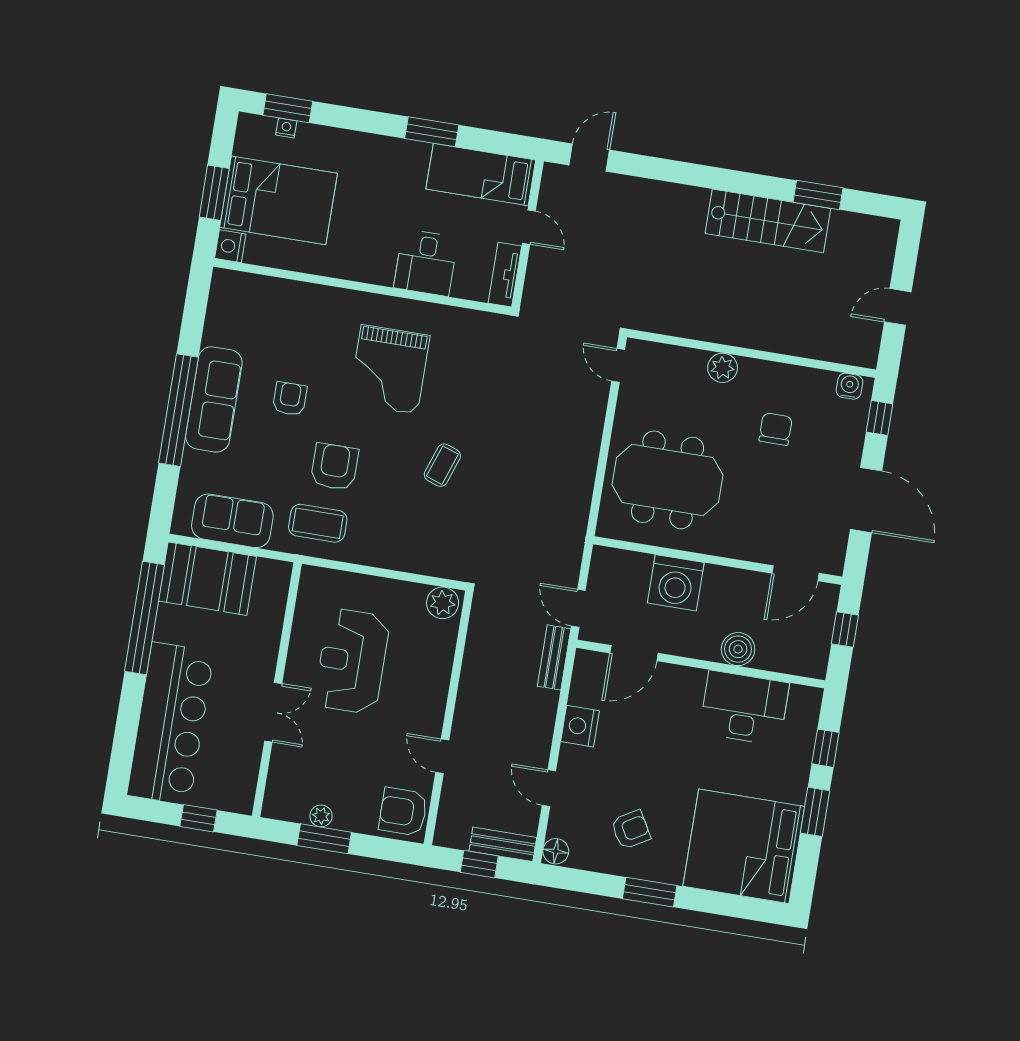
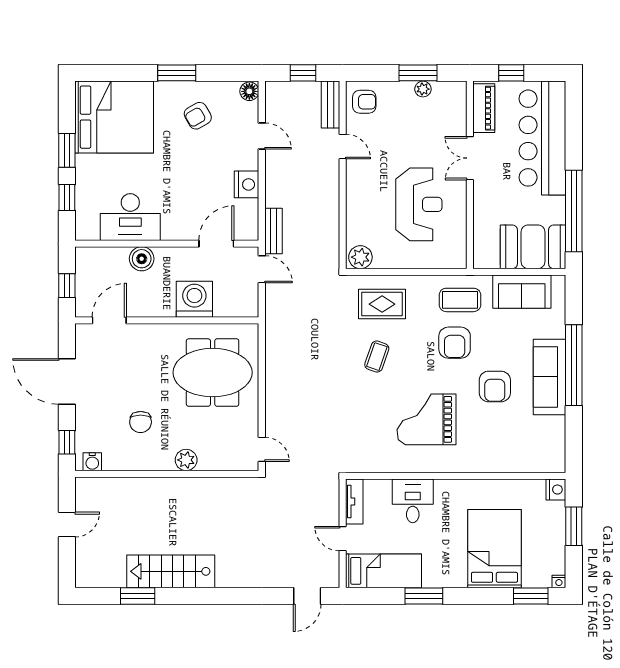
nightstand: (286, 128) -> (559, 582), moved
bed: (279, 200) -> (494, 549), moved, turned 90
grand piano: (389, 369) -> (427, 419), turned -90
armchair: (290, 399) -> (495, 386), width x1.38, depth x1.38
rug: (424, 535) -> (382, 304), added
piano: (243, 777) -> (484, 108), added
armchair: (403, 812) -> (364, 102), width x0.72, depth x0.72
bench: (503, 844) -> (331, 105), moved, turned 90

